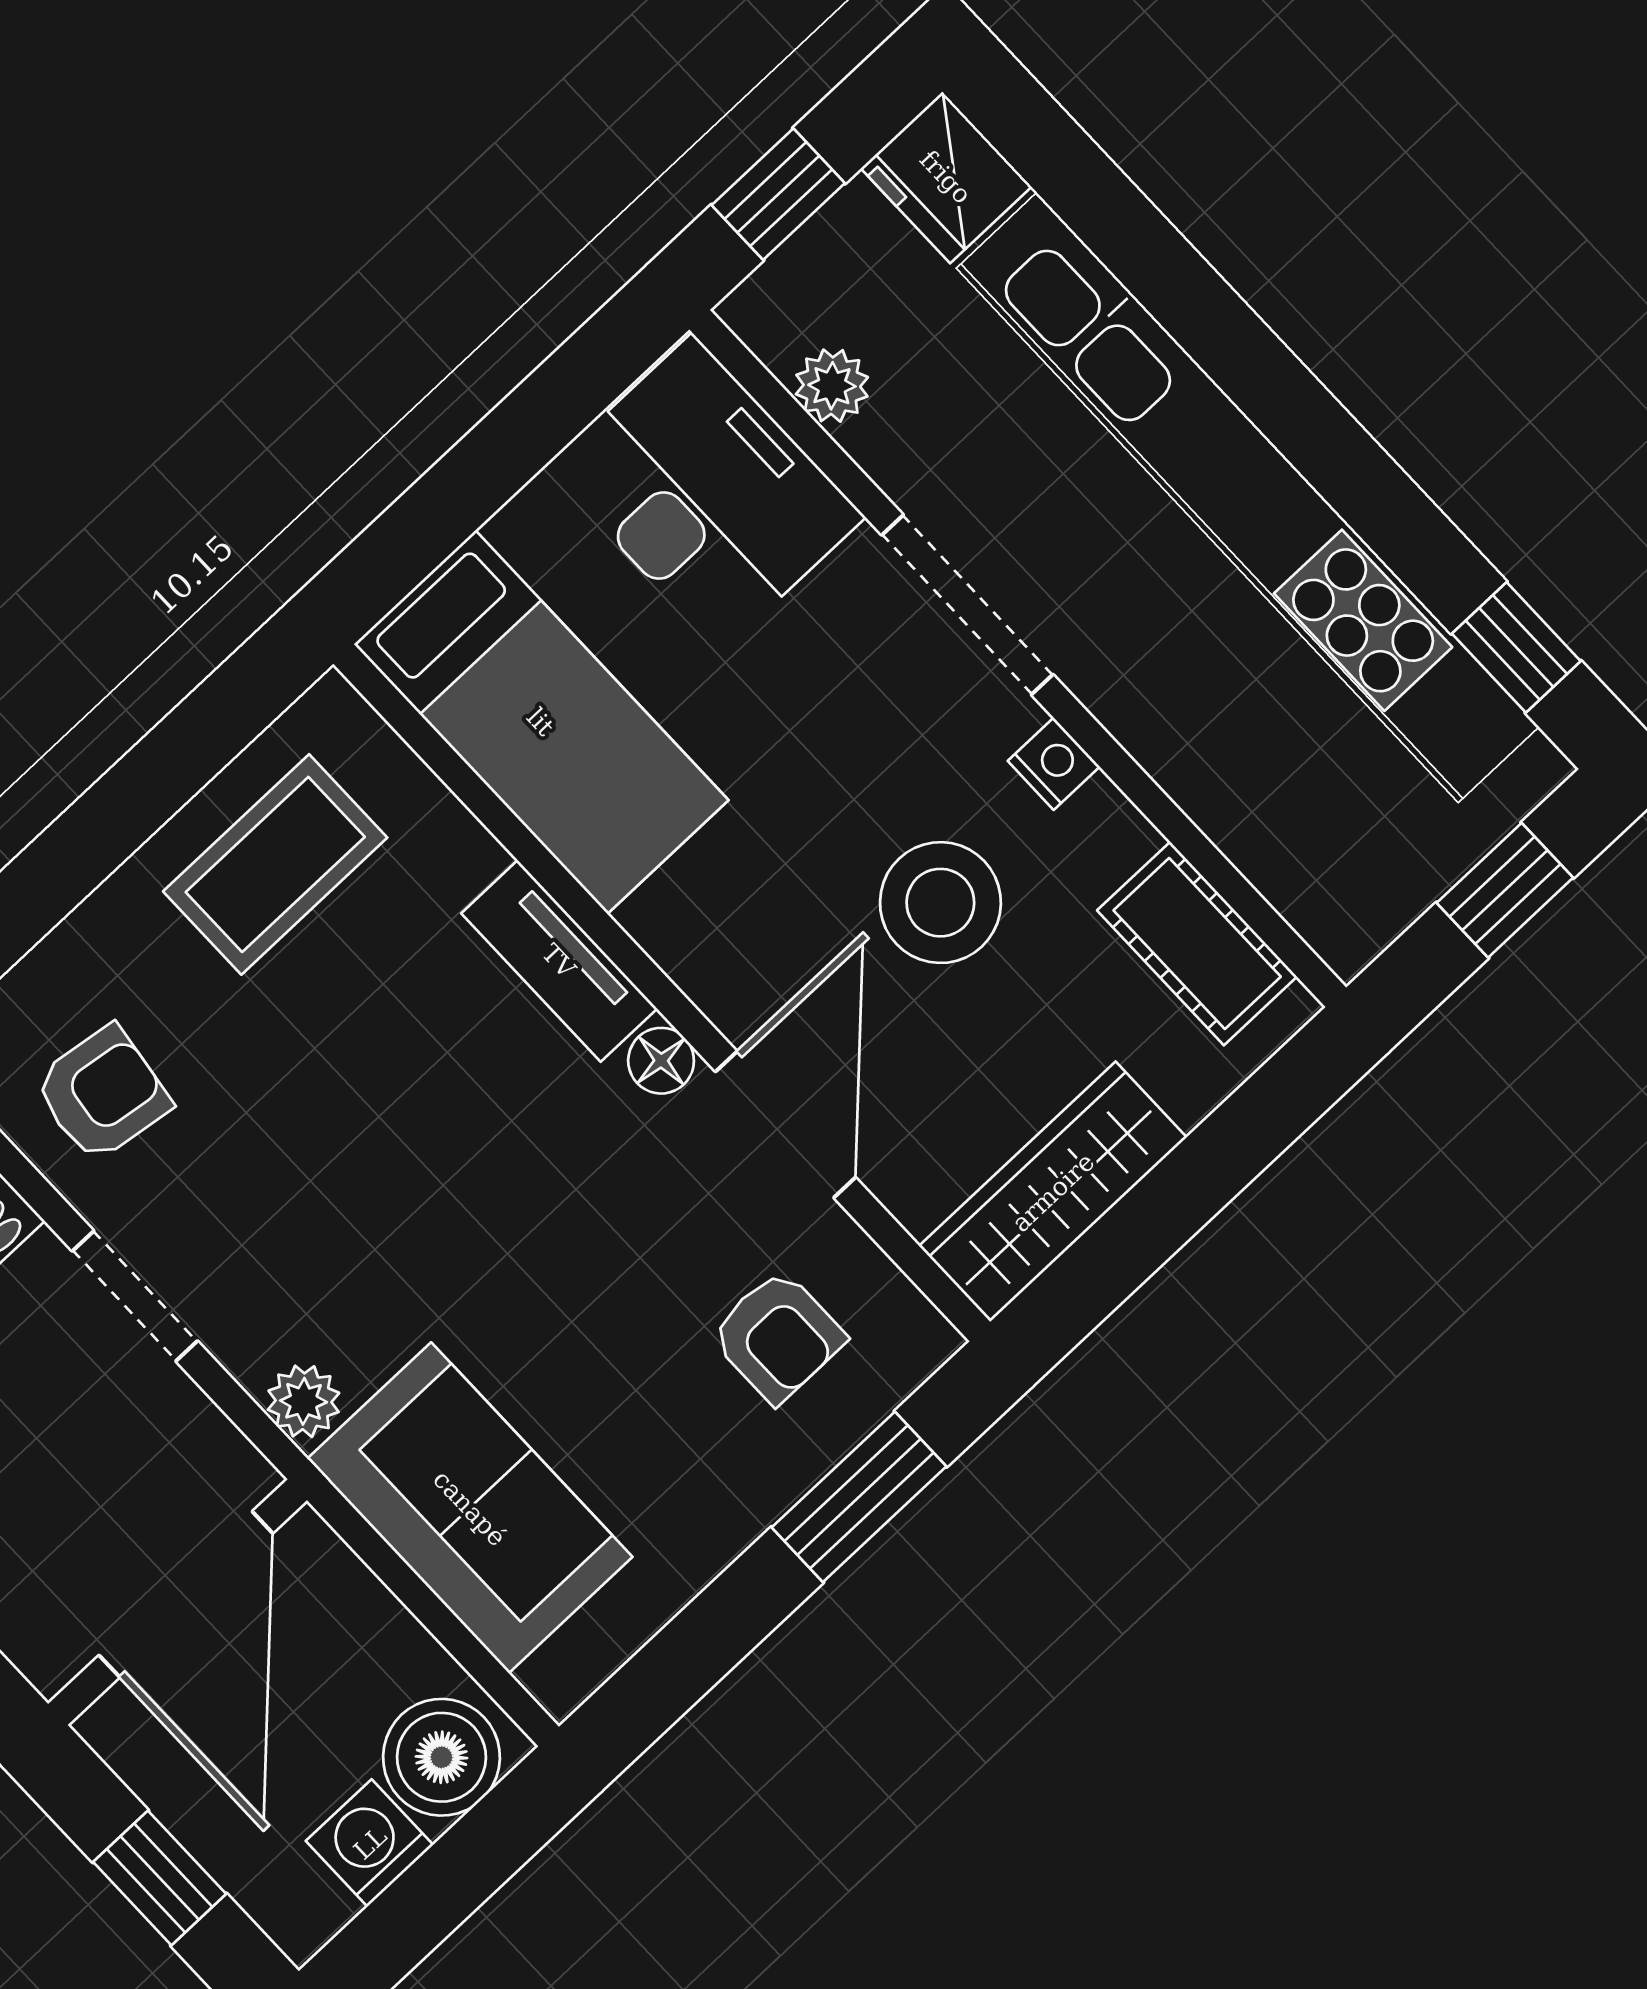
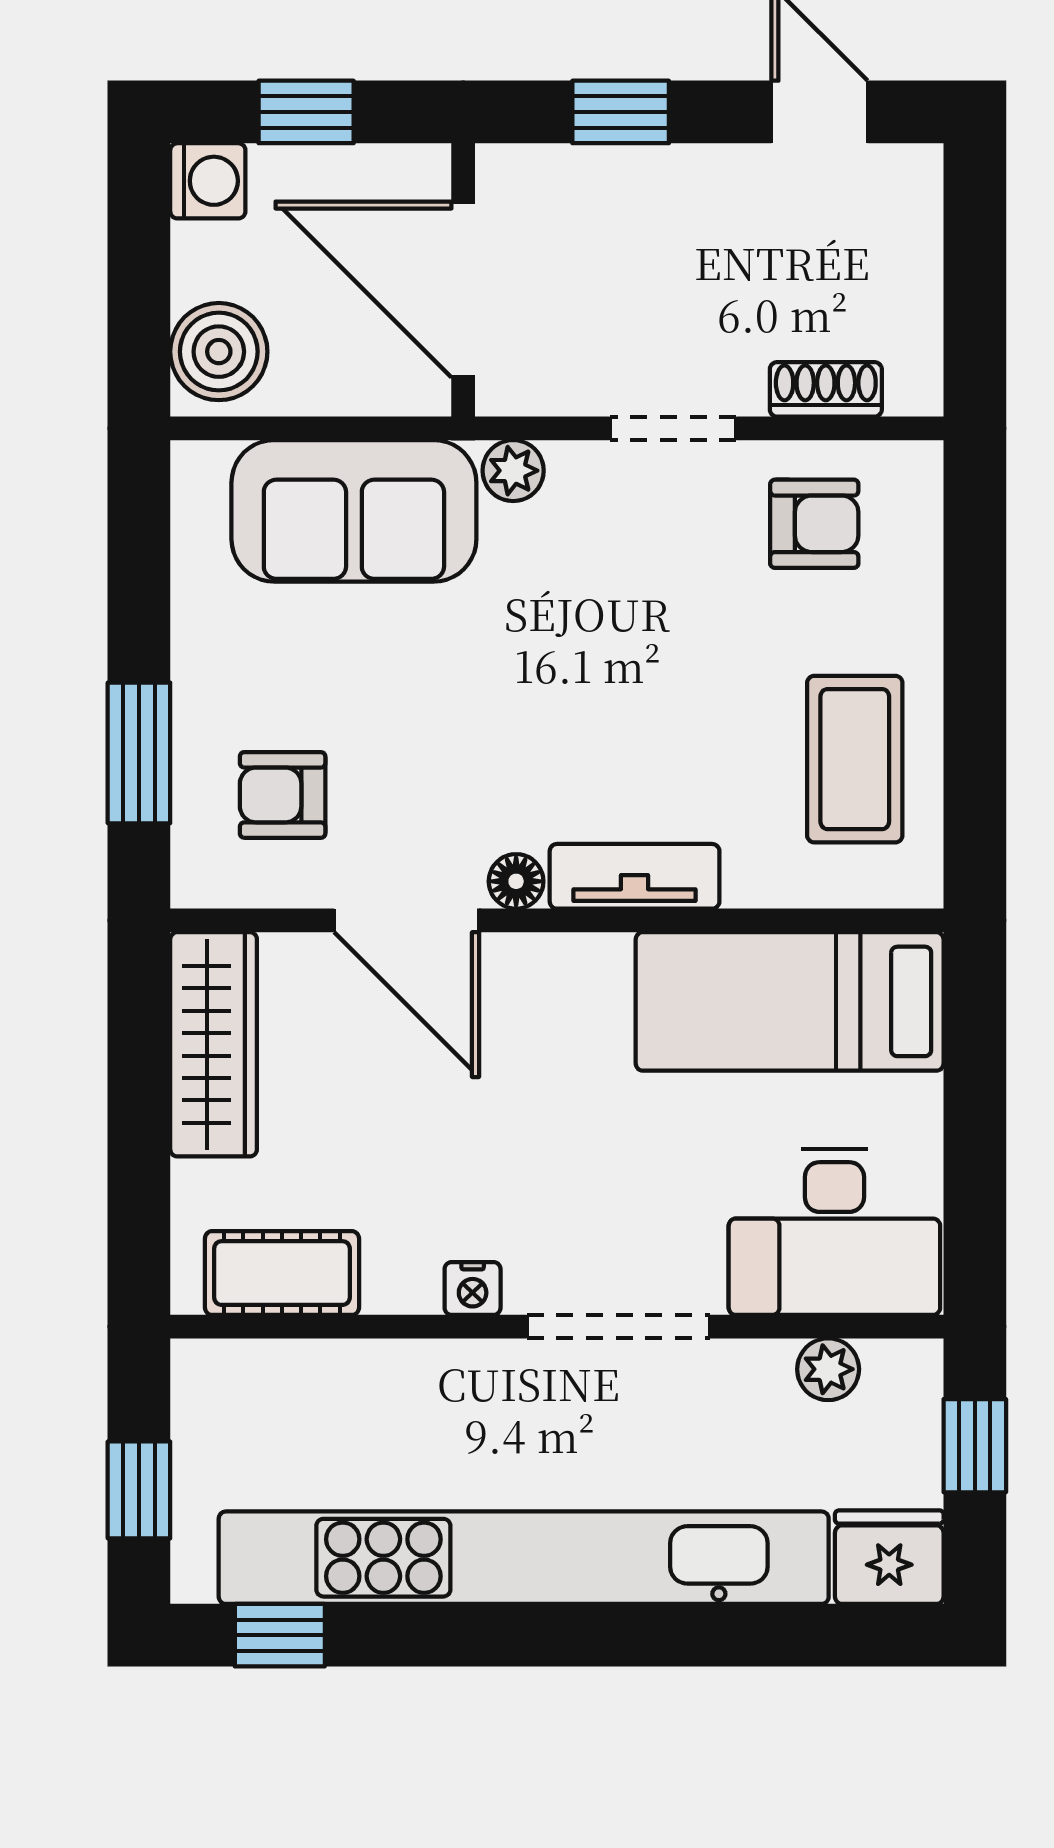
stool: (940, 903) -> (453, 1141), removed
armchair: (102, 1094) -> (814, 524), turned -98
washing machine: (370, 1843) -> (208, 181), moved

